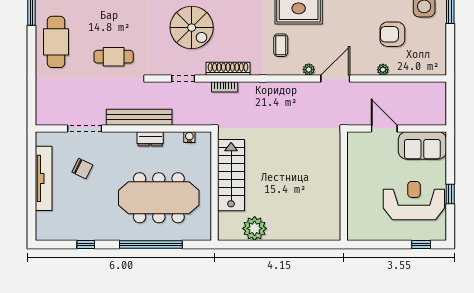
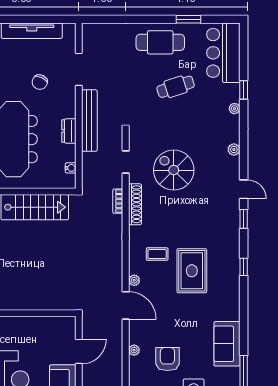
spiral stairs: (192, 28) -> (174, 170), turned 90
cafe table: (114, 57) -> (176, 87), moved, turned 72
chair: (82, 169) -> (40, 82), moved

